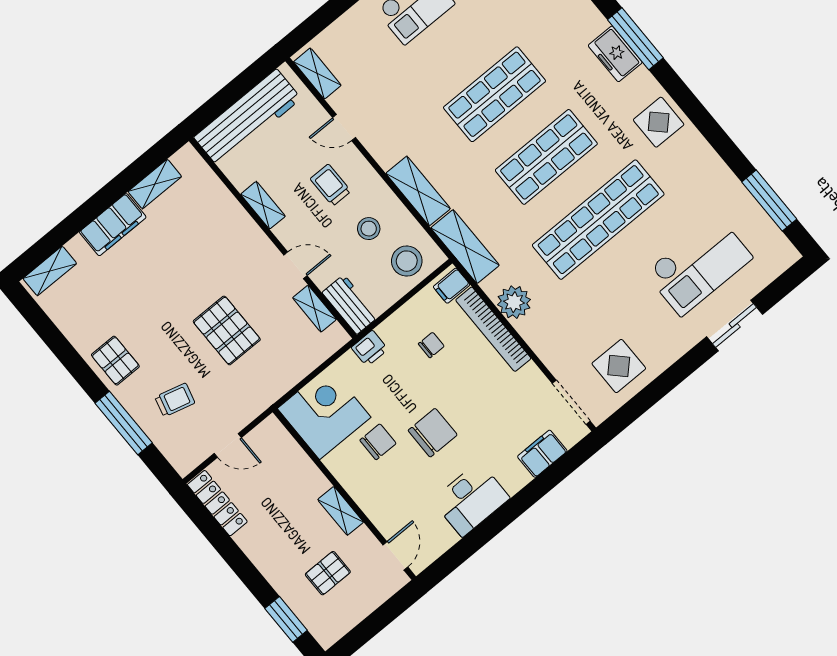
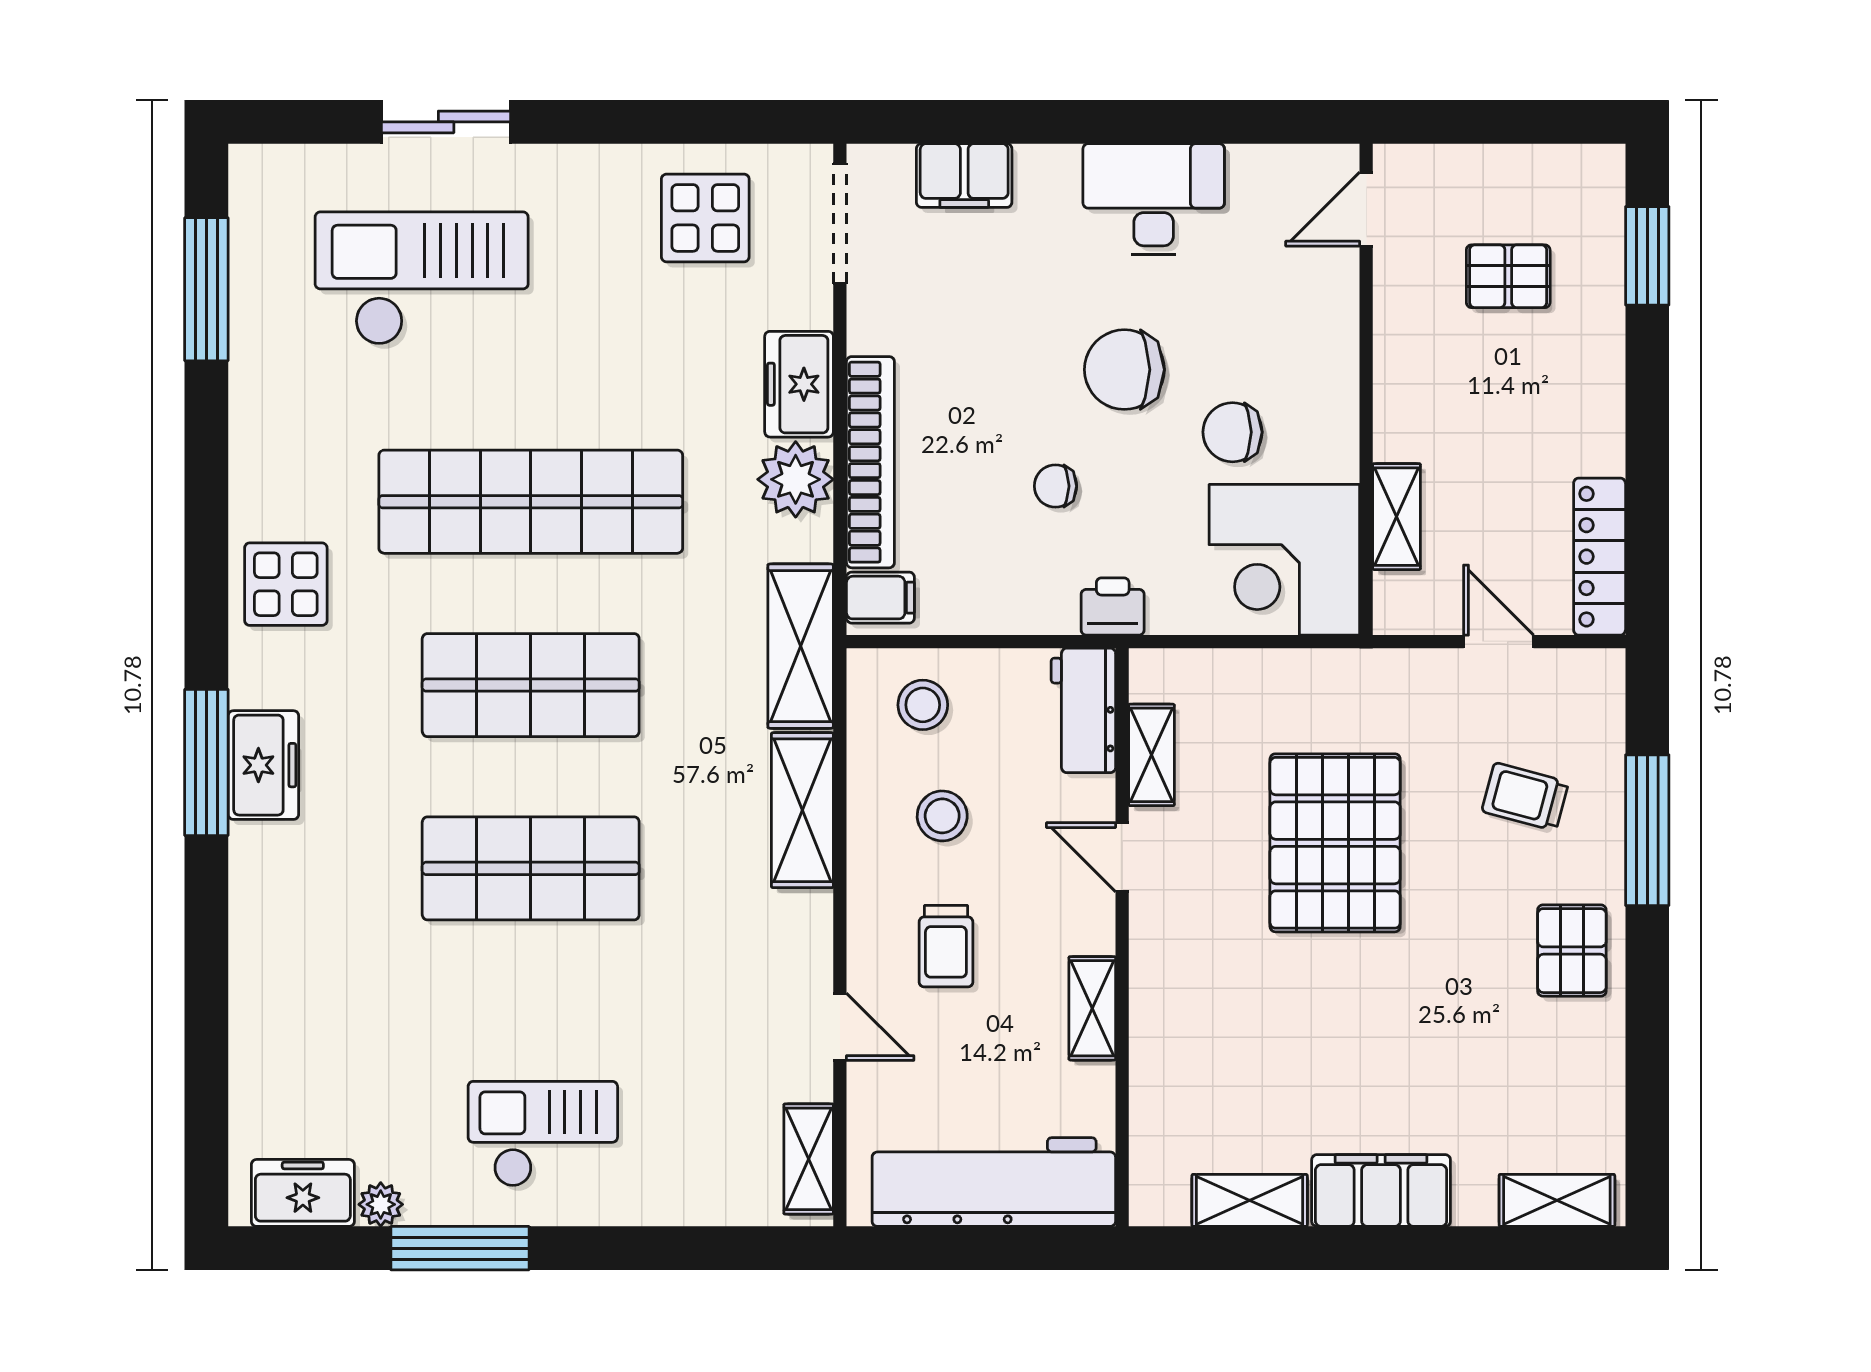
stool: (407, 261) -> (923, 705), width x0.73, depth x0.73
pallet: (227, 330) -> (1335, 843), width x1.37, depth x1.41
freezer: (540, 336) -> (799, 384), added
chair: (431, 345) -> (1055, 486), moved
shelving: (341, 511) -> (1397, 517), moved

